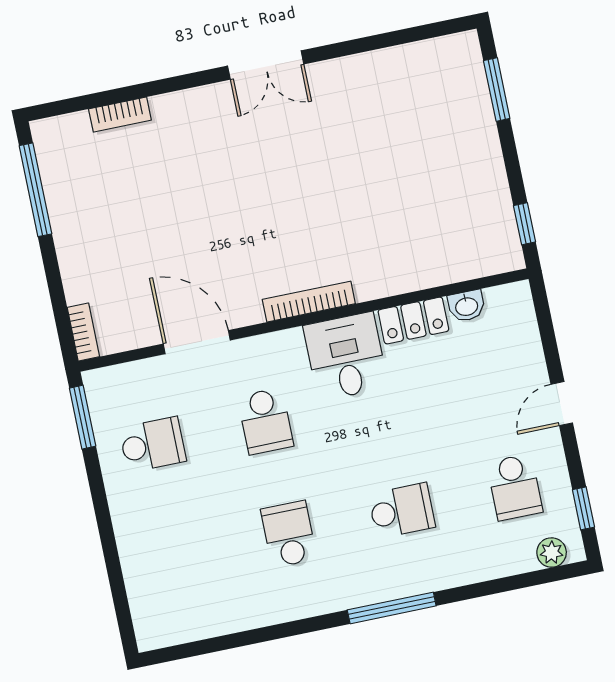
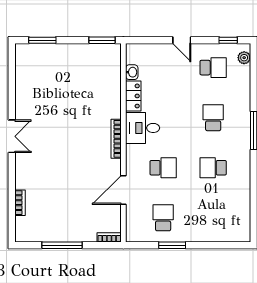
window: (35, 190) -> (62, 245), moved
window: (525, 224) -> (102, 40), width x1.50
window: (83, 417) -> (172, 245), moved

